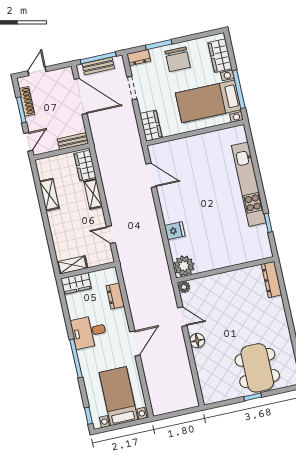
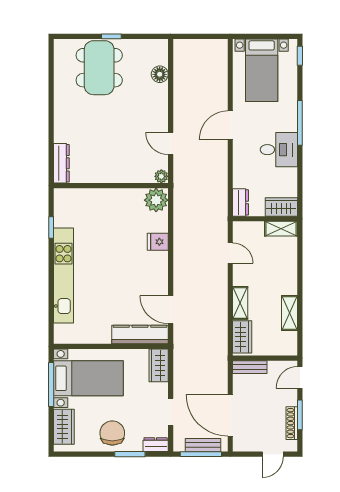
kitchen counter: (172, 148) -> (140, 335), added
dresser: (115, 296) -> (241, 202), moved
floor lamp: (197, 341) -> (160, 74), moved

